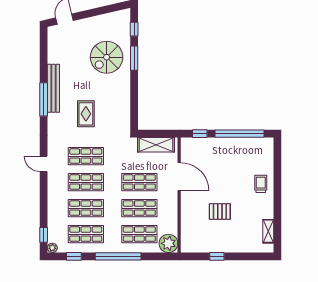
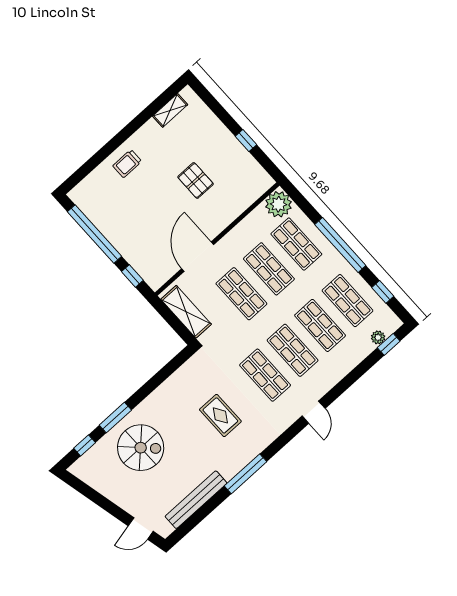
bench: (53, 88) -> (196, 500), moved
rug: (86, 114) -> (220, 415), turned 90
plant: (52, 248) -> (378, 337), moved

